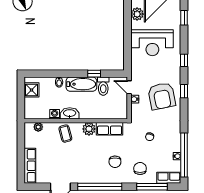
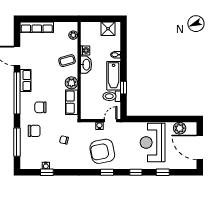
window: (184, 18) -> (163, 172), moved
window: (184, 155) -> (47, 172), width x0.32
row of seats: (169, 178) -> (25, 81), moved

